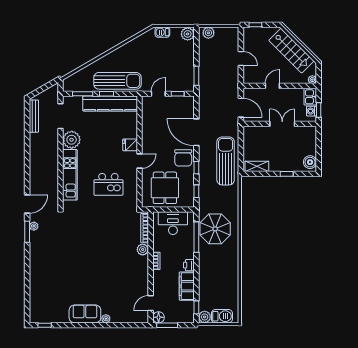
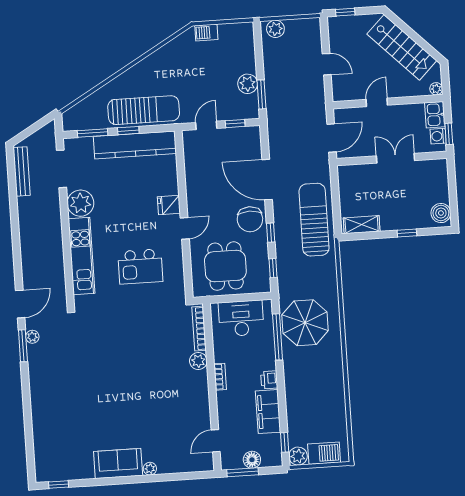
plant: (188, 34) -> (248, 84), moved
door: (241, 108) -> (332, 138), hinge flipped
floor lamp: (159, 317) -> (252, 460), moved

